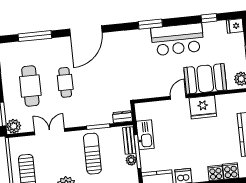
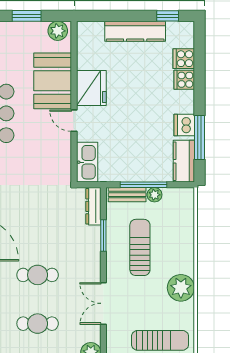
cafe table: (30, 86) -> (38, 324), width x0.73, depth x0.74
dresser: (122, 117) -> (93, 206), width x1.44
kitchen sink: (145, 135) -> (87, 162), moved, turned 90
sun lounger: (92, 154) -> (140, 247), turned 90

